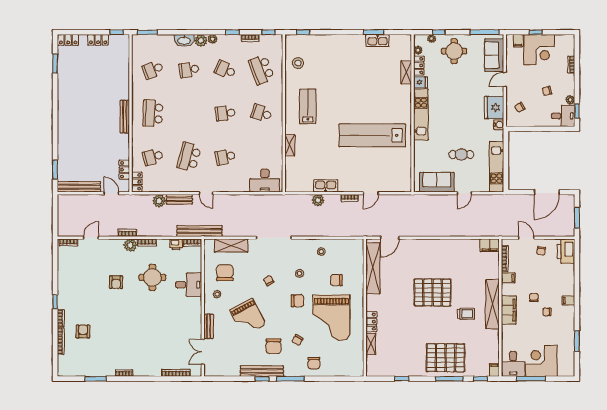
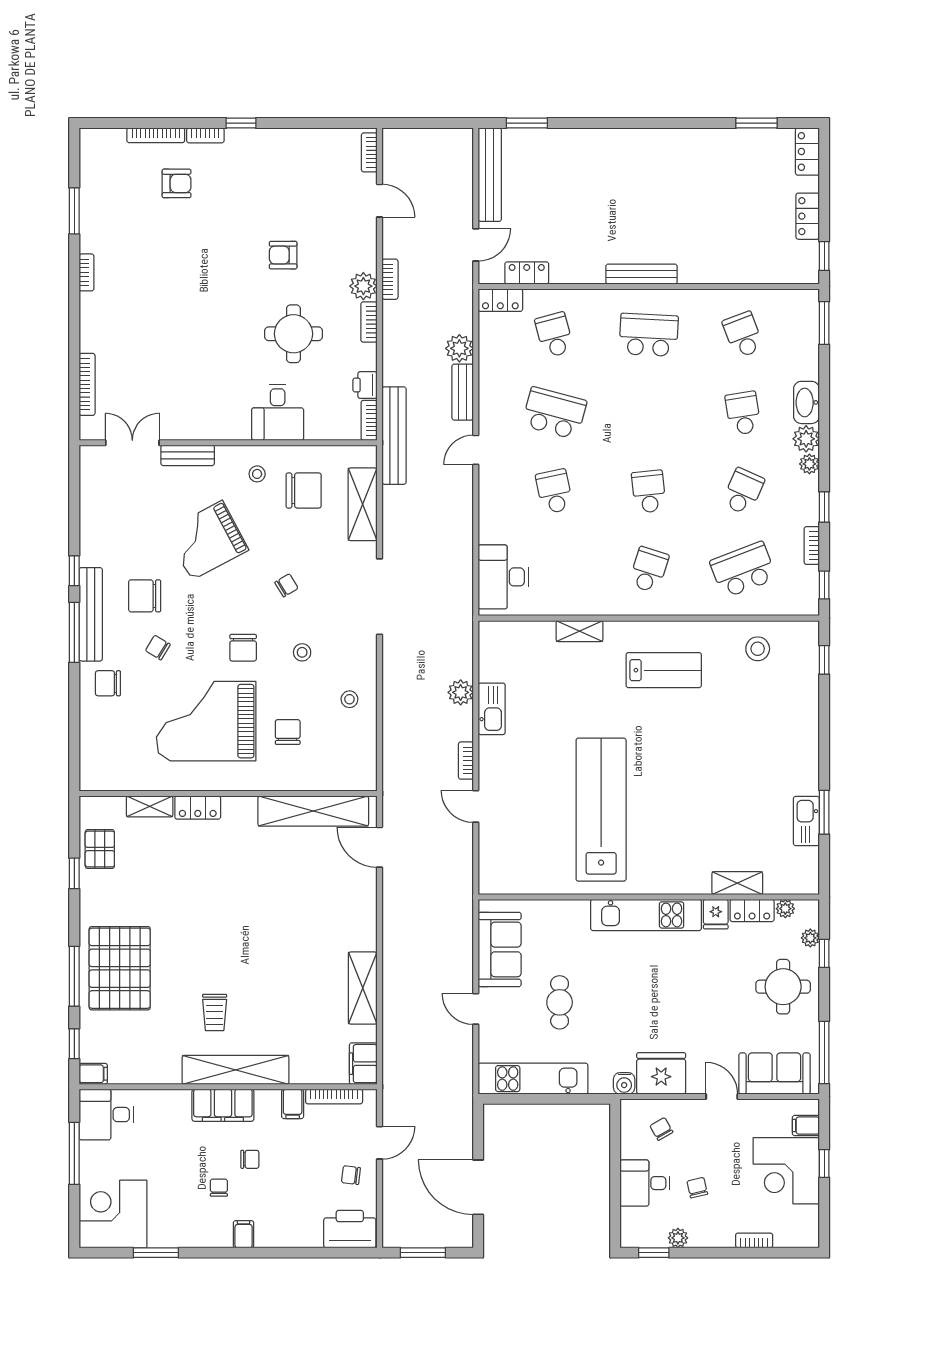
desk: (563, 116) -> (645, 1183), moved, turned 90
shelving: (455, 245) -> (363, 988), added
pallet: (433, 292) -> (100, 849), moved, width x0.49, depth x0.50
corner desk: (541, 361) -> (113, 1214), moved, turned -90
bench: (262, 371) -> (91, 614), moved

